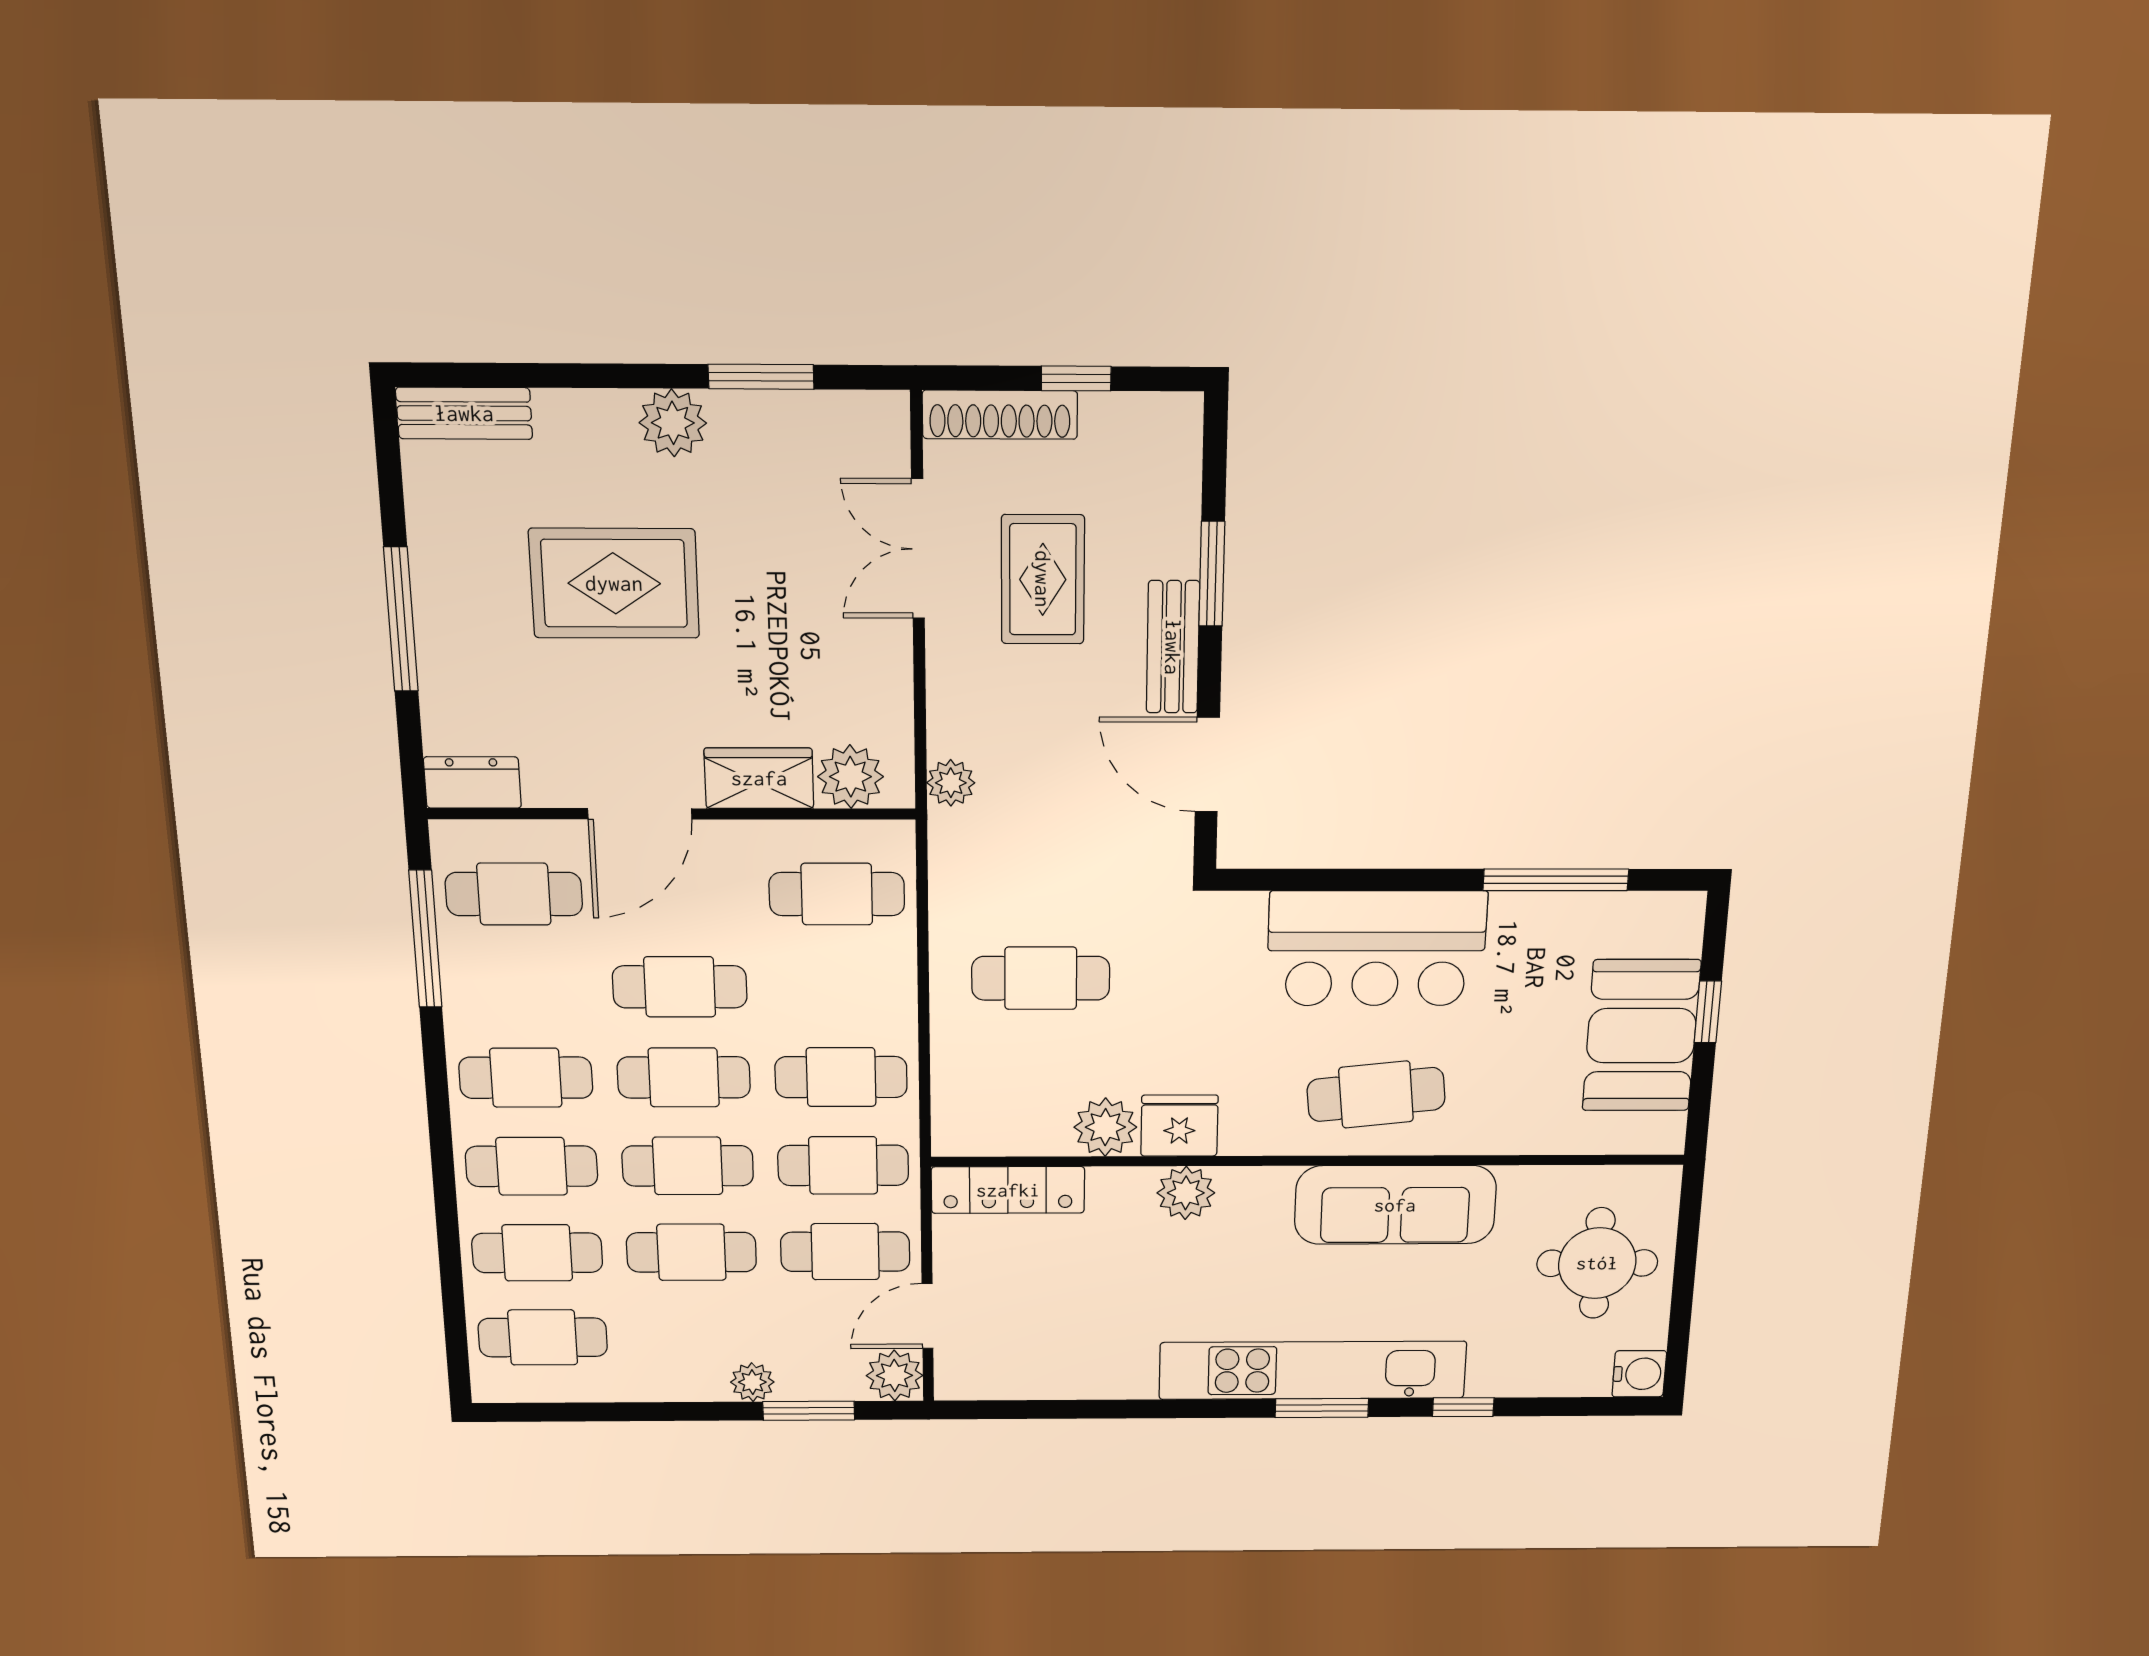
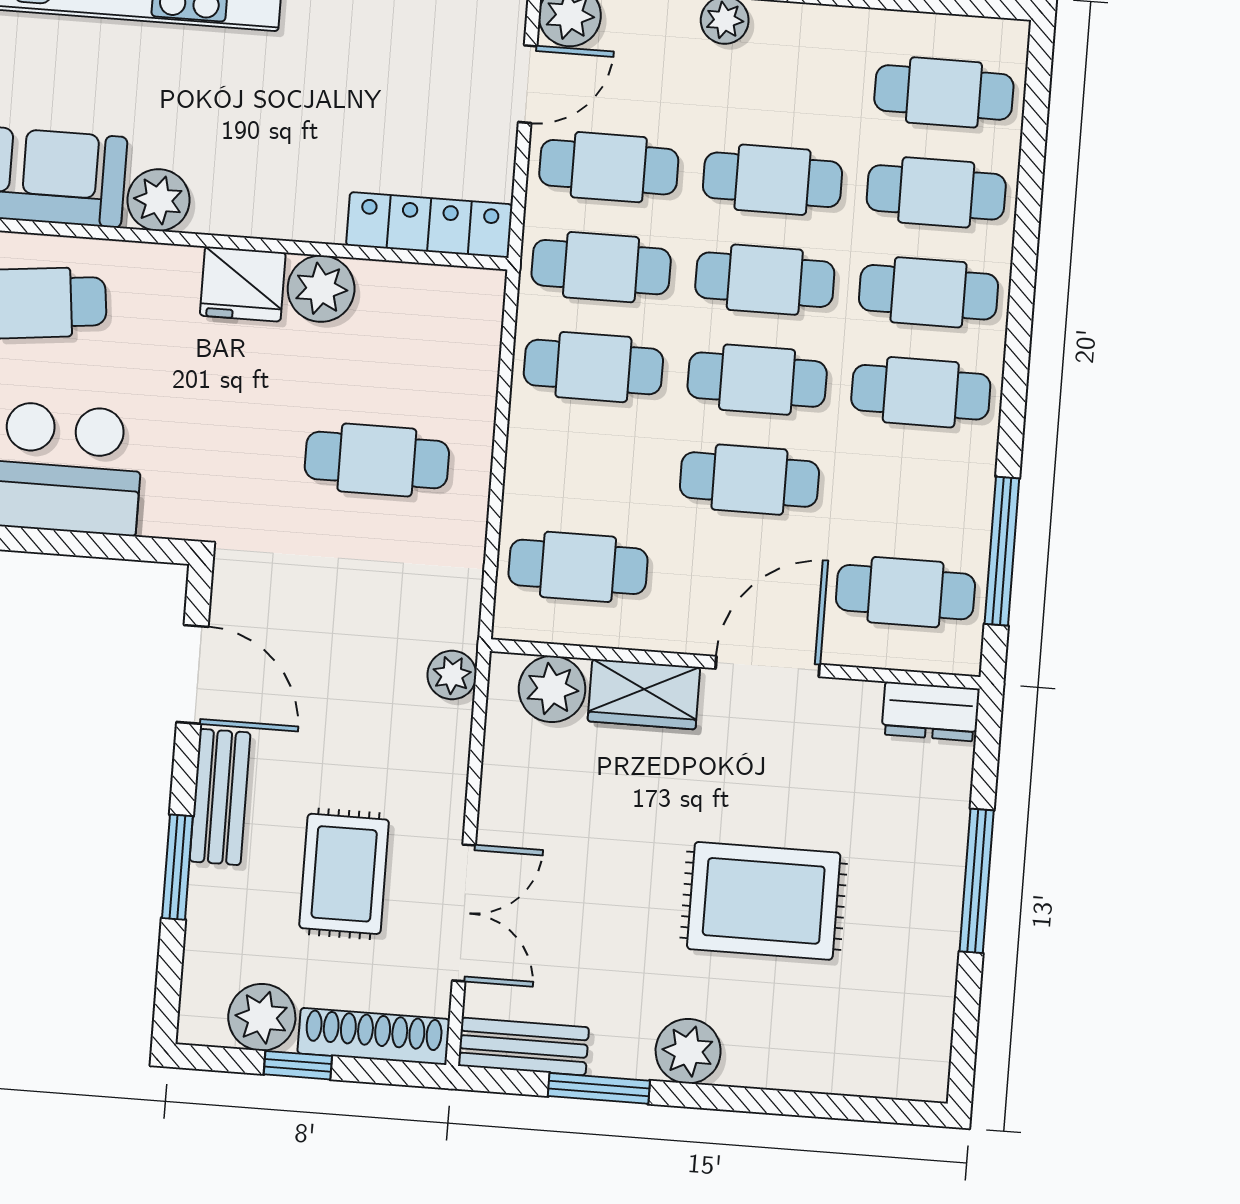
bench: (464, 413) -> (523, 1046), moved
plant: (1117, 426) -> (262, 1017), added
plant: (1186, 1193) -> (158, 200), moved

